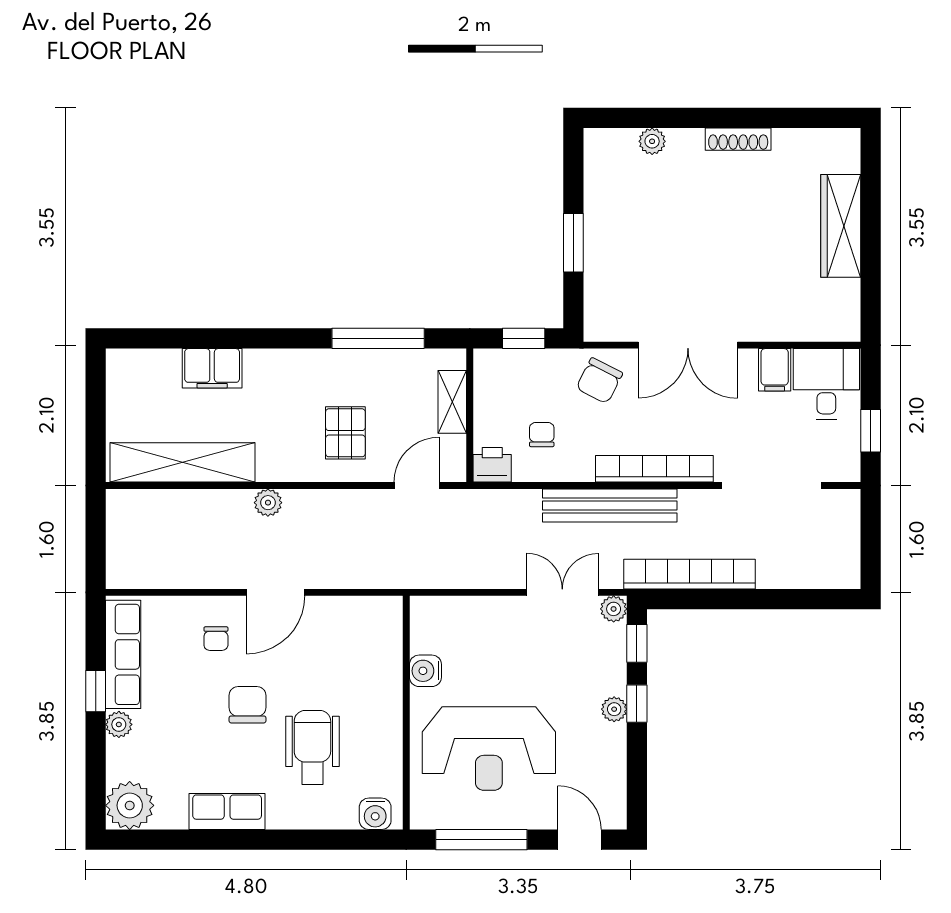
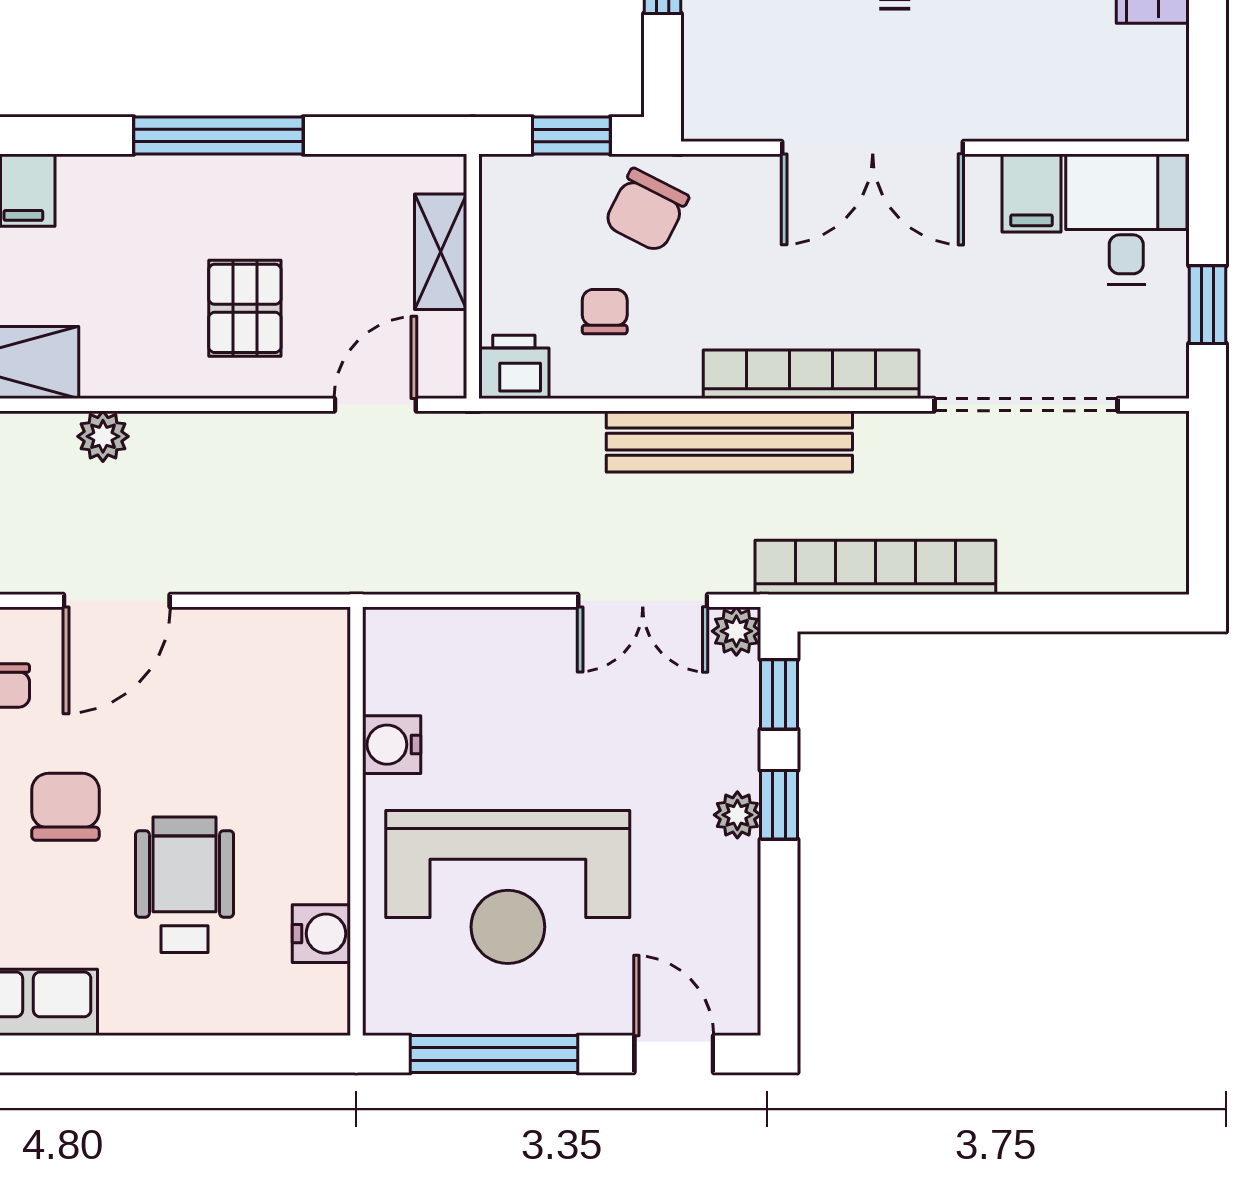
window: (378, 338) -> (218, 135), moved
chair: (599, 381) -> (646, 210), moved
double door: (562, 592) -> (643, 601), swing flipped
water cooler: (375, 814) -> (321, 934), moved, turned -90

